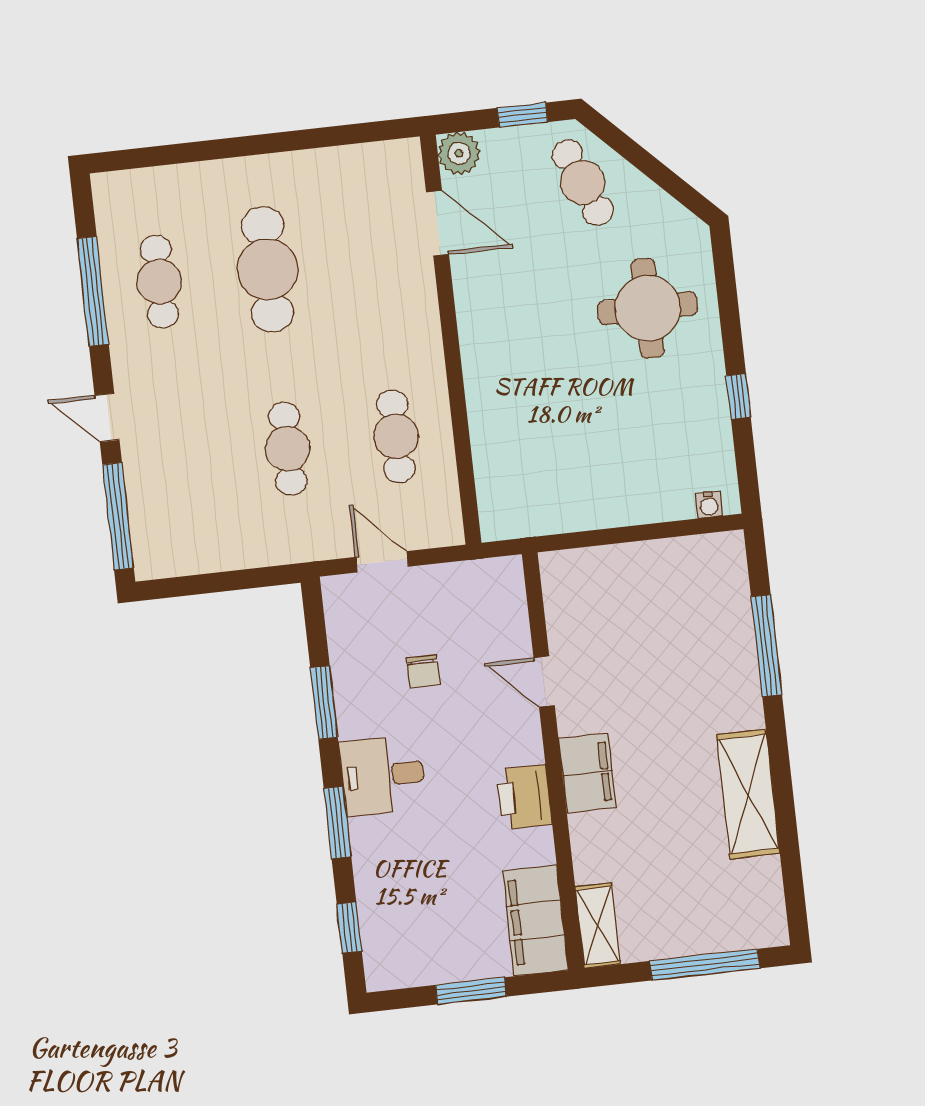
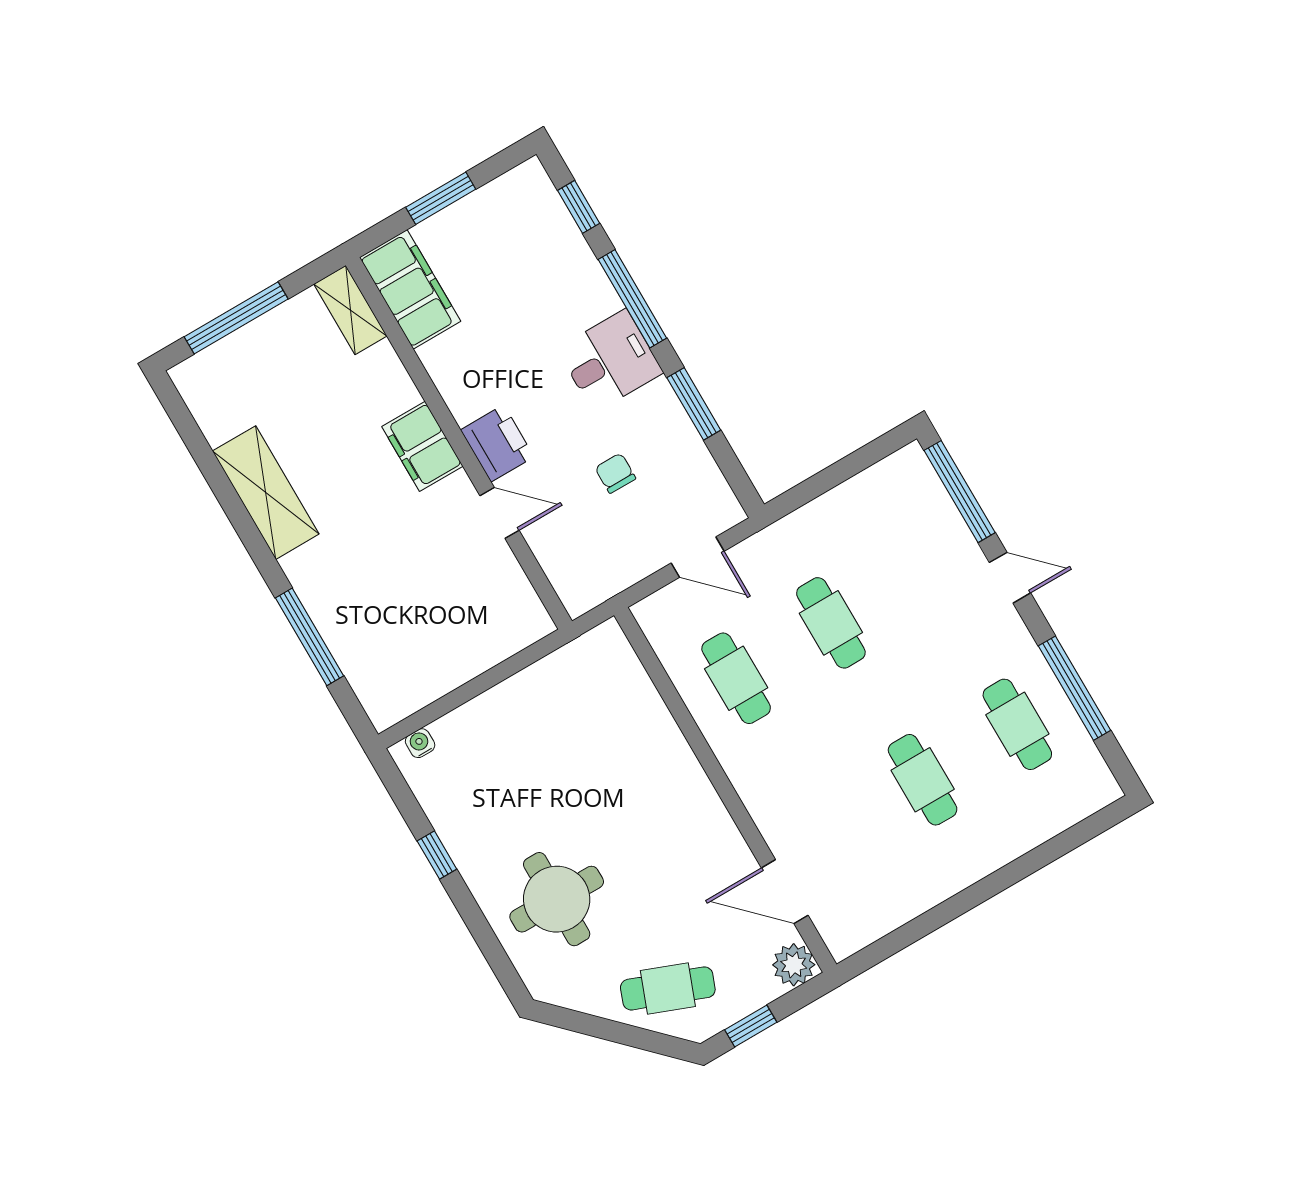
cafe table: (583, 182) -> (668, 988), turned -47
cafe table: (268, 269) -> (923, 780), width x0.73, depth x0.74
printer: (524, 797) -> (497, 443), moved
window: (337, 823) -> (632, 299), width x1.44

